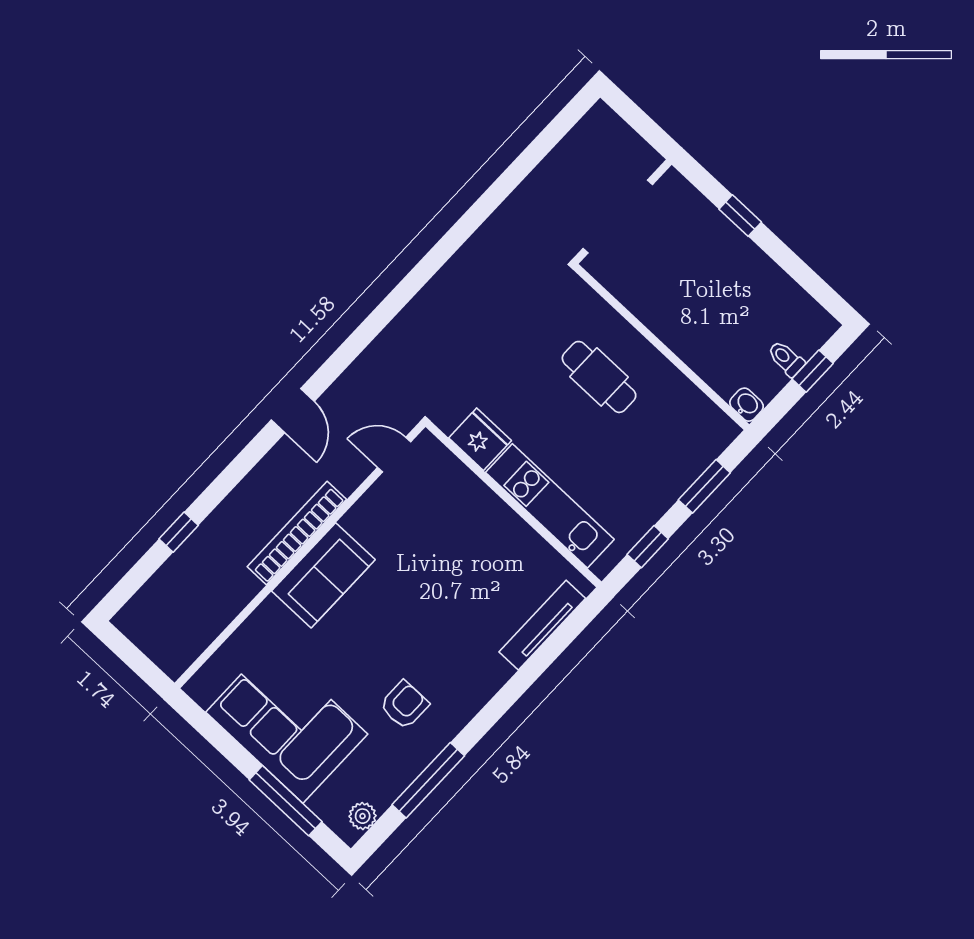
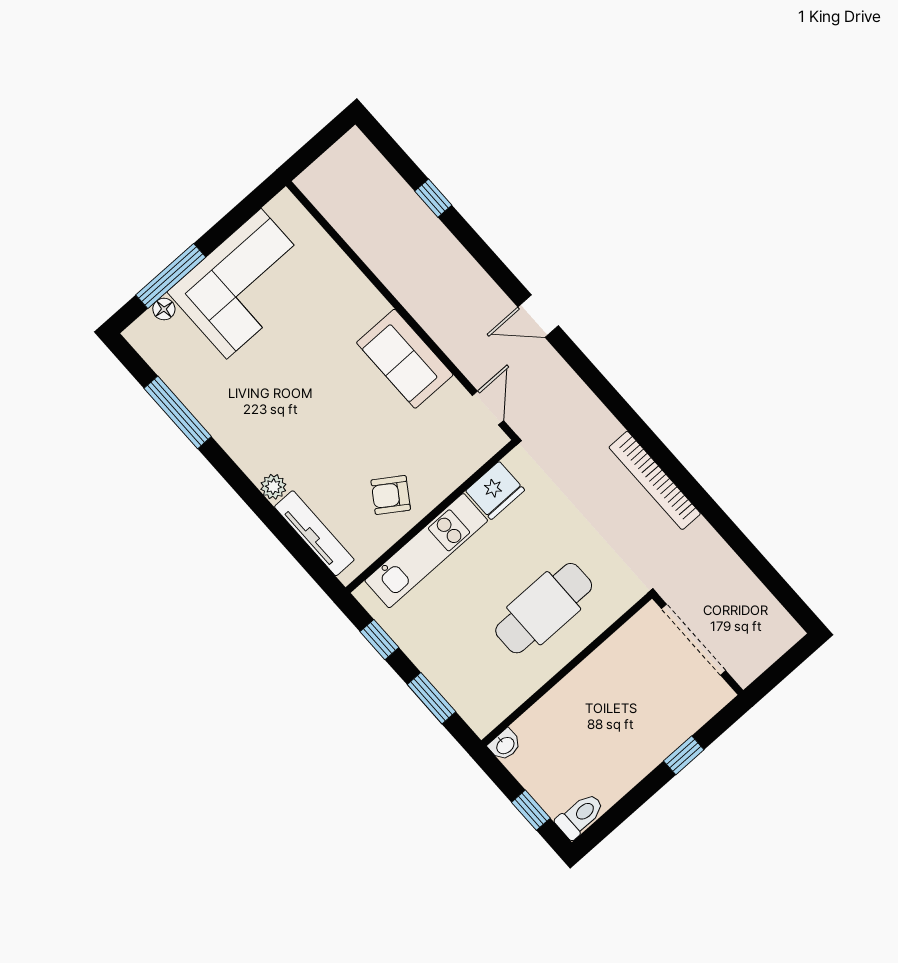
toilet: (786, 359) -> (580, 816), moved, width x1.37, depth x1.39
cafe table: (599, 377) -> (544, 608), width x1.37, depth x1.35
bookcase: (297, 533) -> (655, 480), moved, turned 180
sofa: (323, 575) -> (405, 359), moved
armchair: (404, 705) -> (391, 495), moved, turned 124
floor lamp: (321, 805) -> (164, 309), added
plant: (363, 816) -> (273, 487), moved

